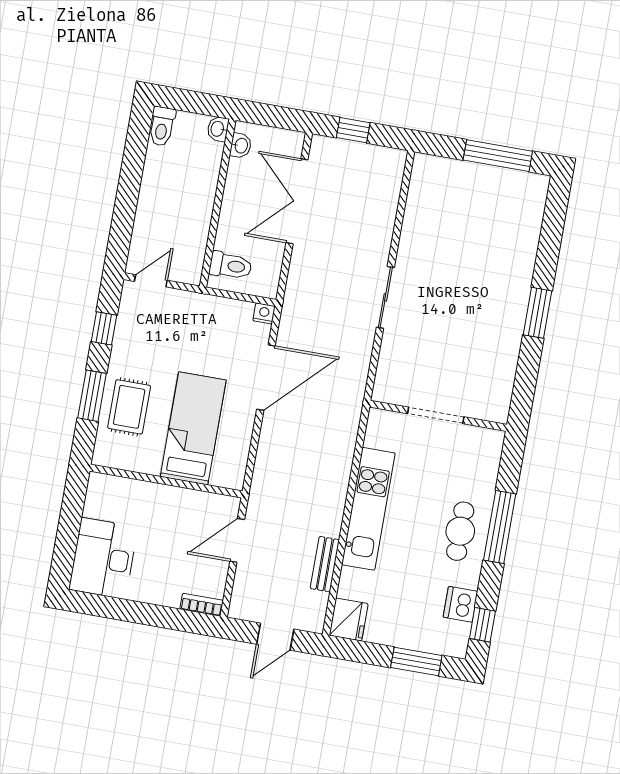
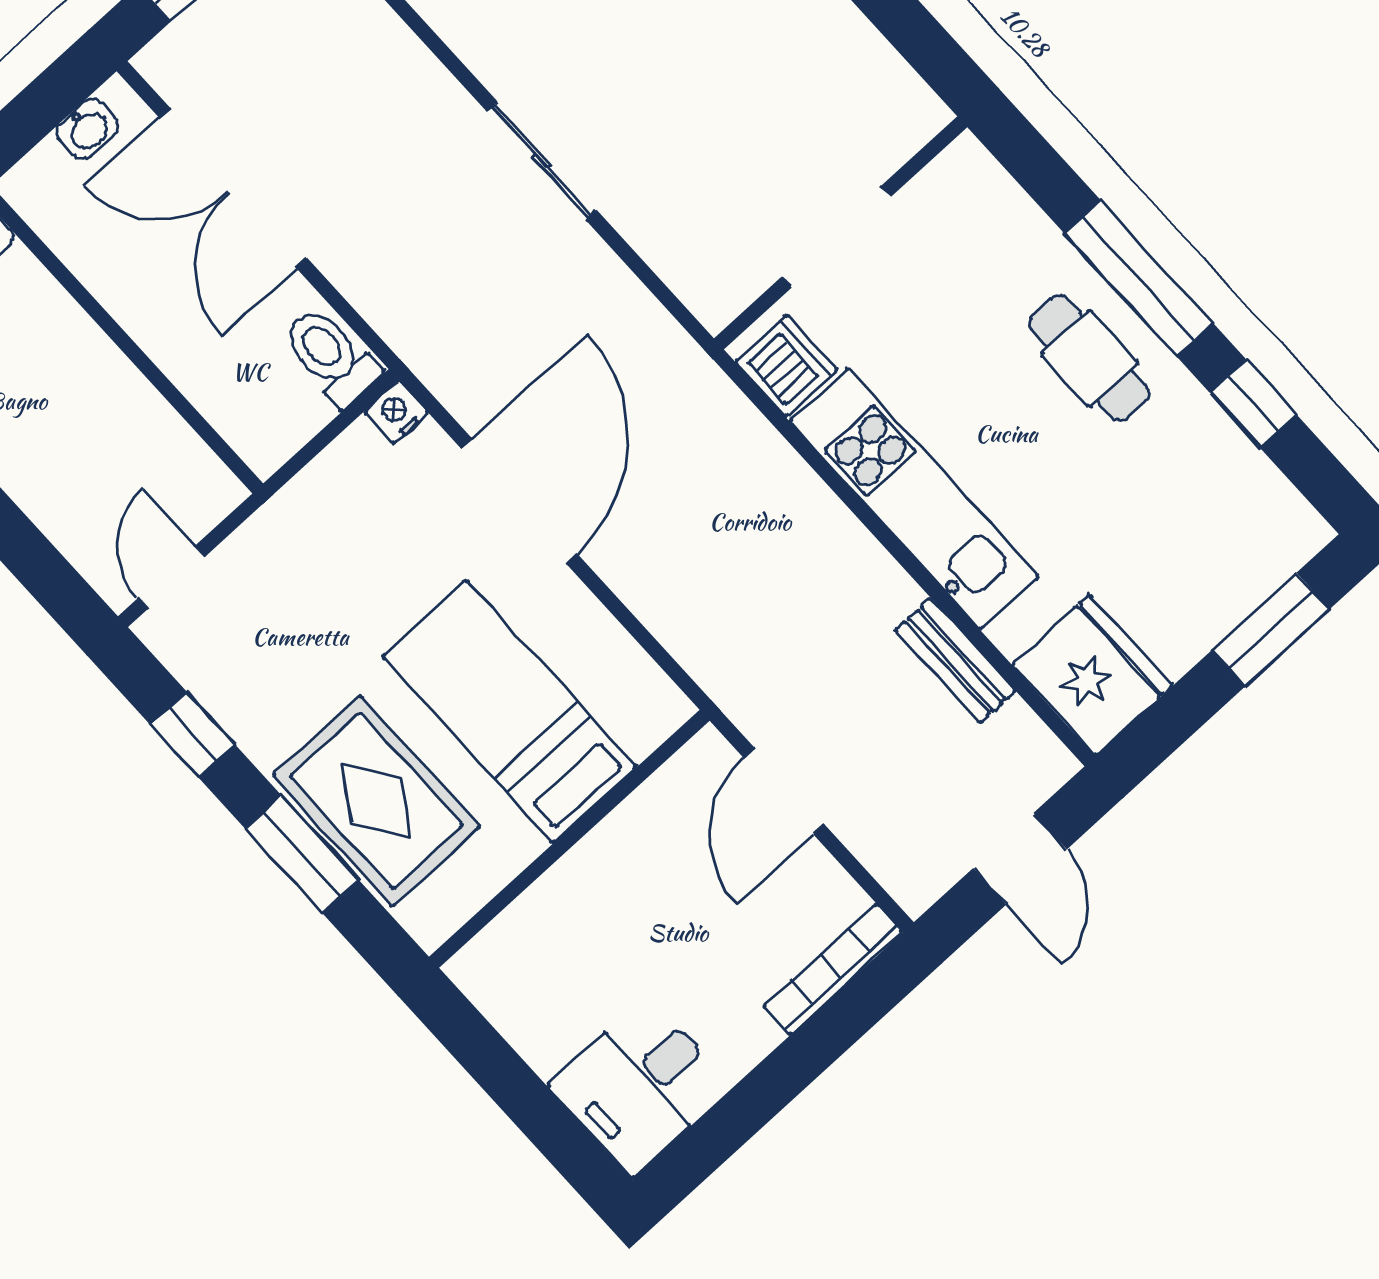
washbasin: (241, 146) -> (87, 129), moved, turned 90
toilet: (231, 266) -> (331, 356), moved, turned -90
rug: (129, 407) -> (376, 801), width x1.36, depth x1.43
desk: (103, 558) -> (640, 1086), width x0.73
dishwasher: (460, 604) -> (787, 366), moved, turned 180
bookcase: (202, 605) -> (833, 970), width x1.56
fridge: (349, 620) -> (1092, 675), width x1.36, depth x1.34
window: (482, 625) -> (1253, 403), moved

